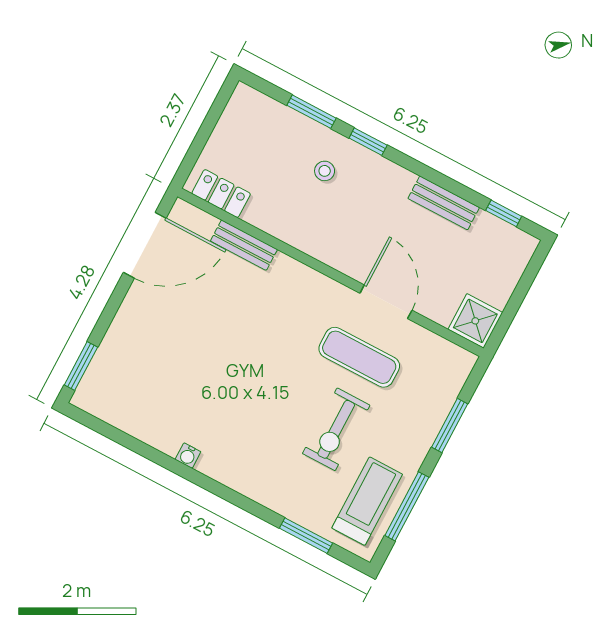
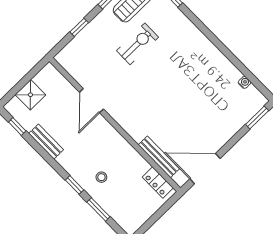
bench: (244, 245) -> (159, 157), width x1.36
shower: (475, 321) -> (30, 95), moved
exercise mat: (359, 357) -> (114, 77), removed
window: (450, 425) -> (79, 27), width x0.67
water cooler: (188, 456) -> (244, 82), moved

